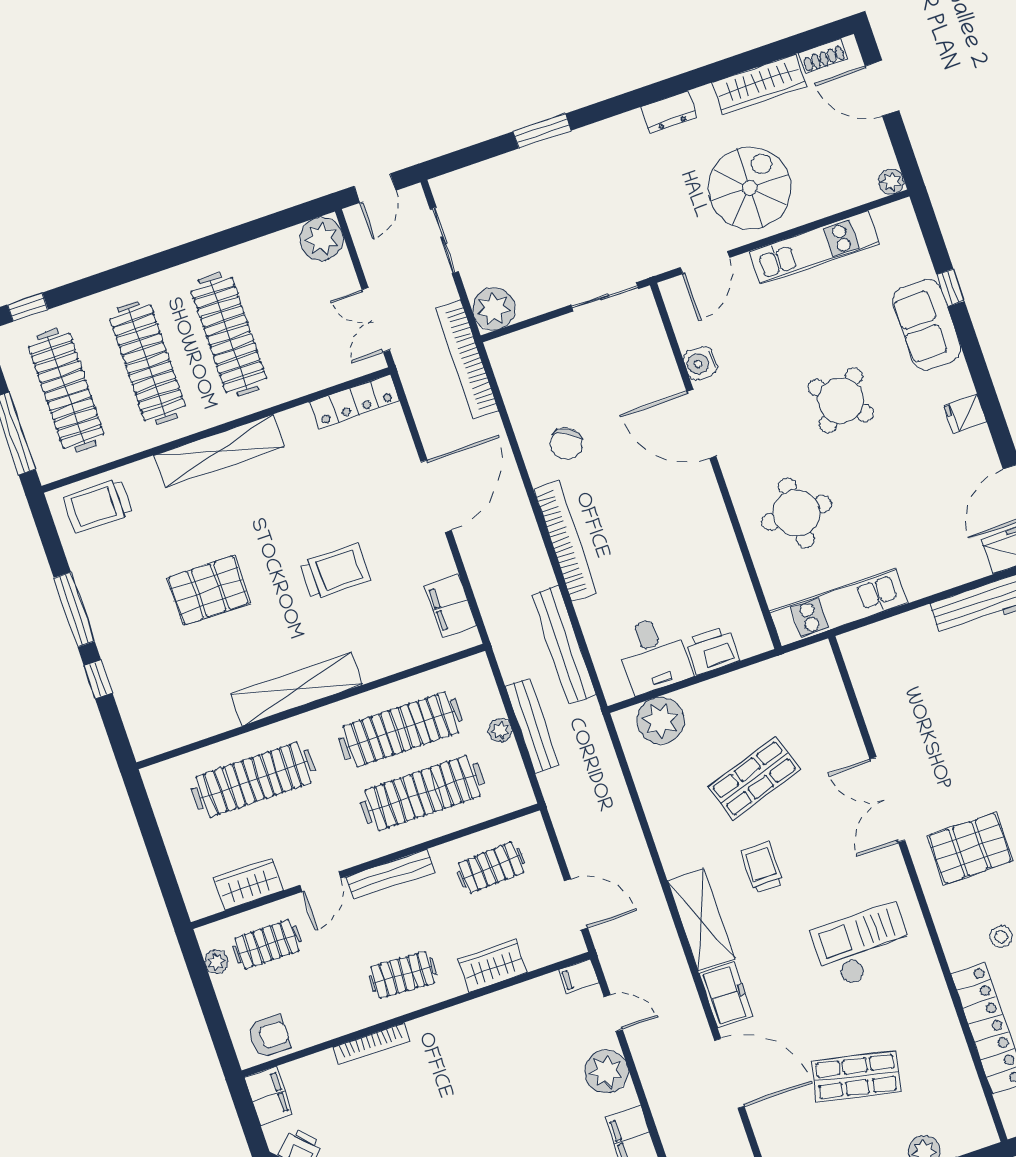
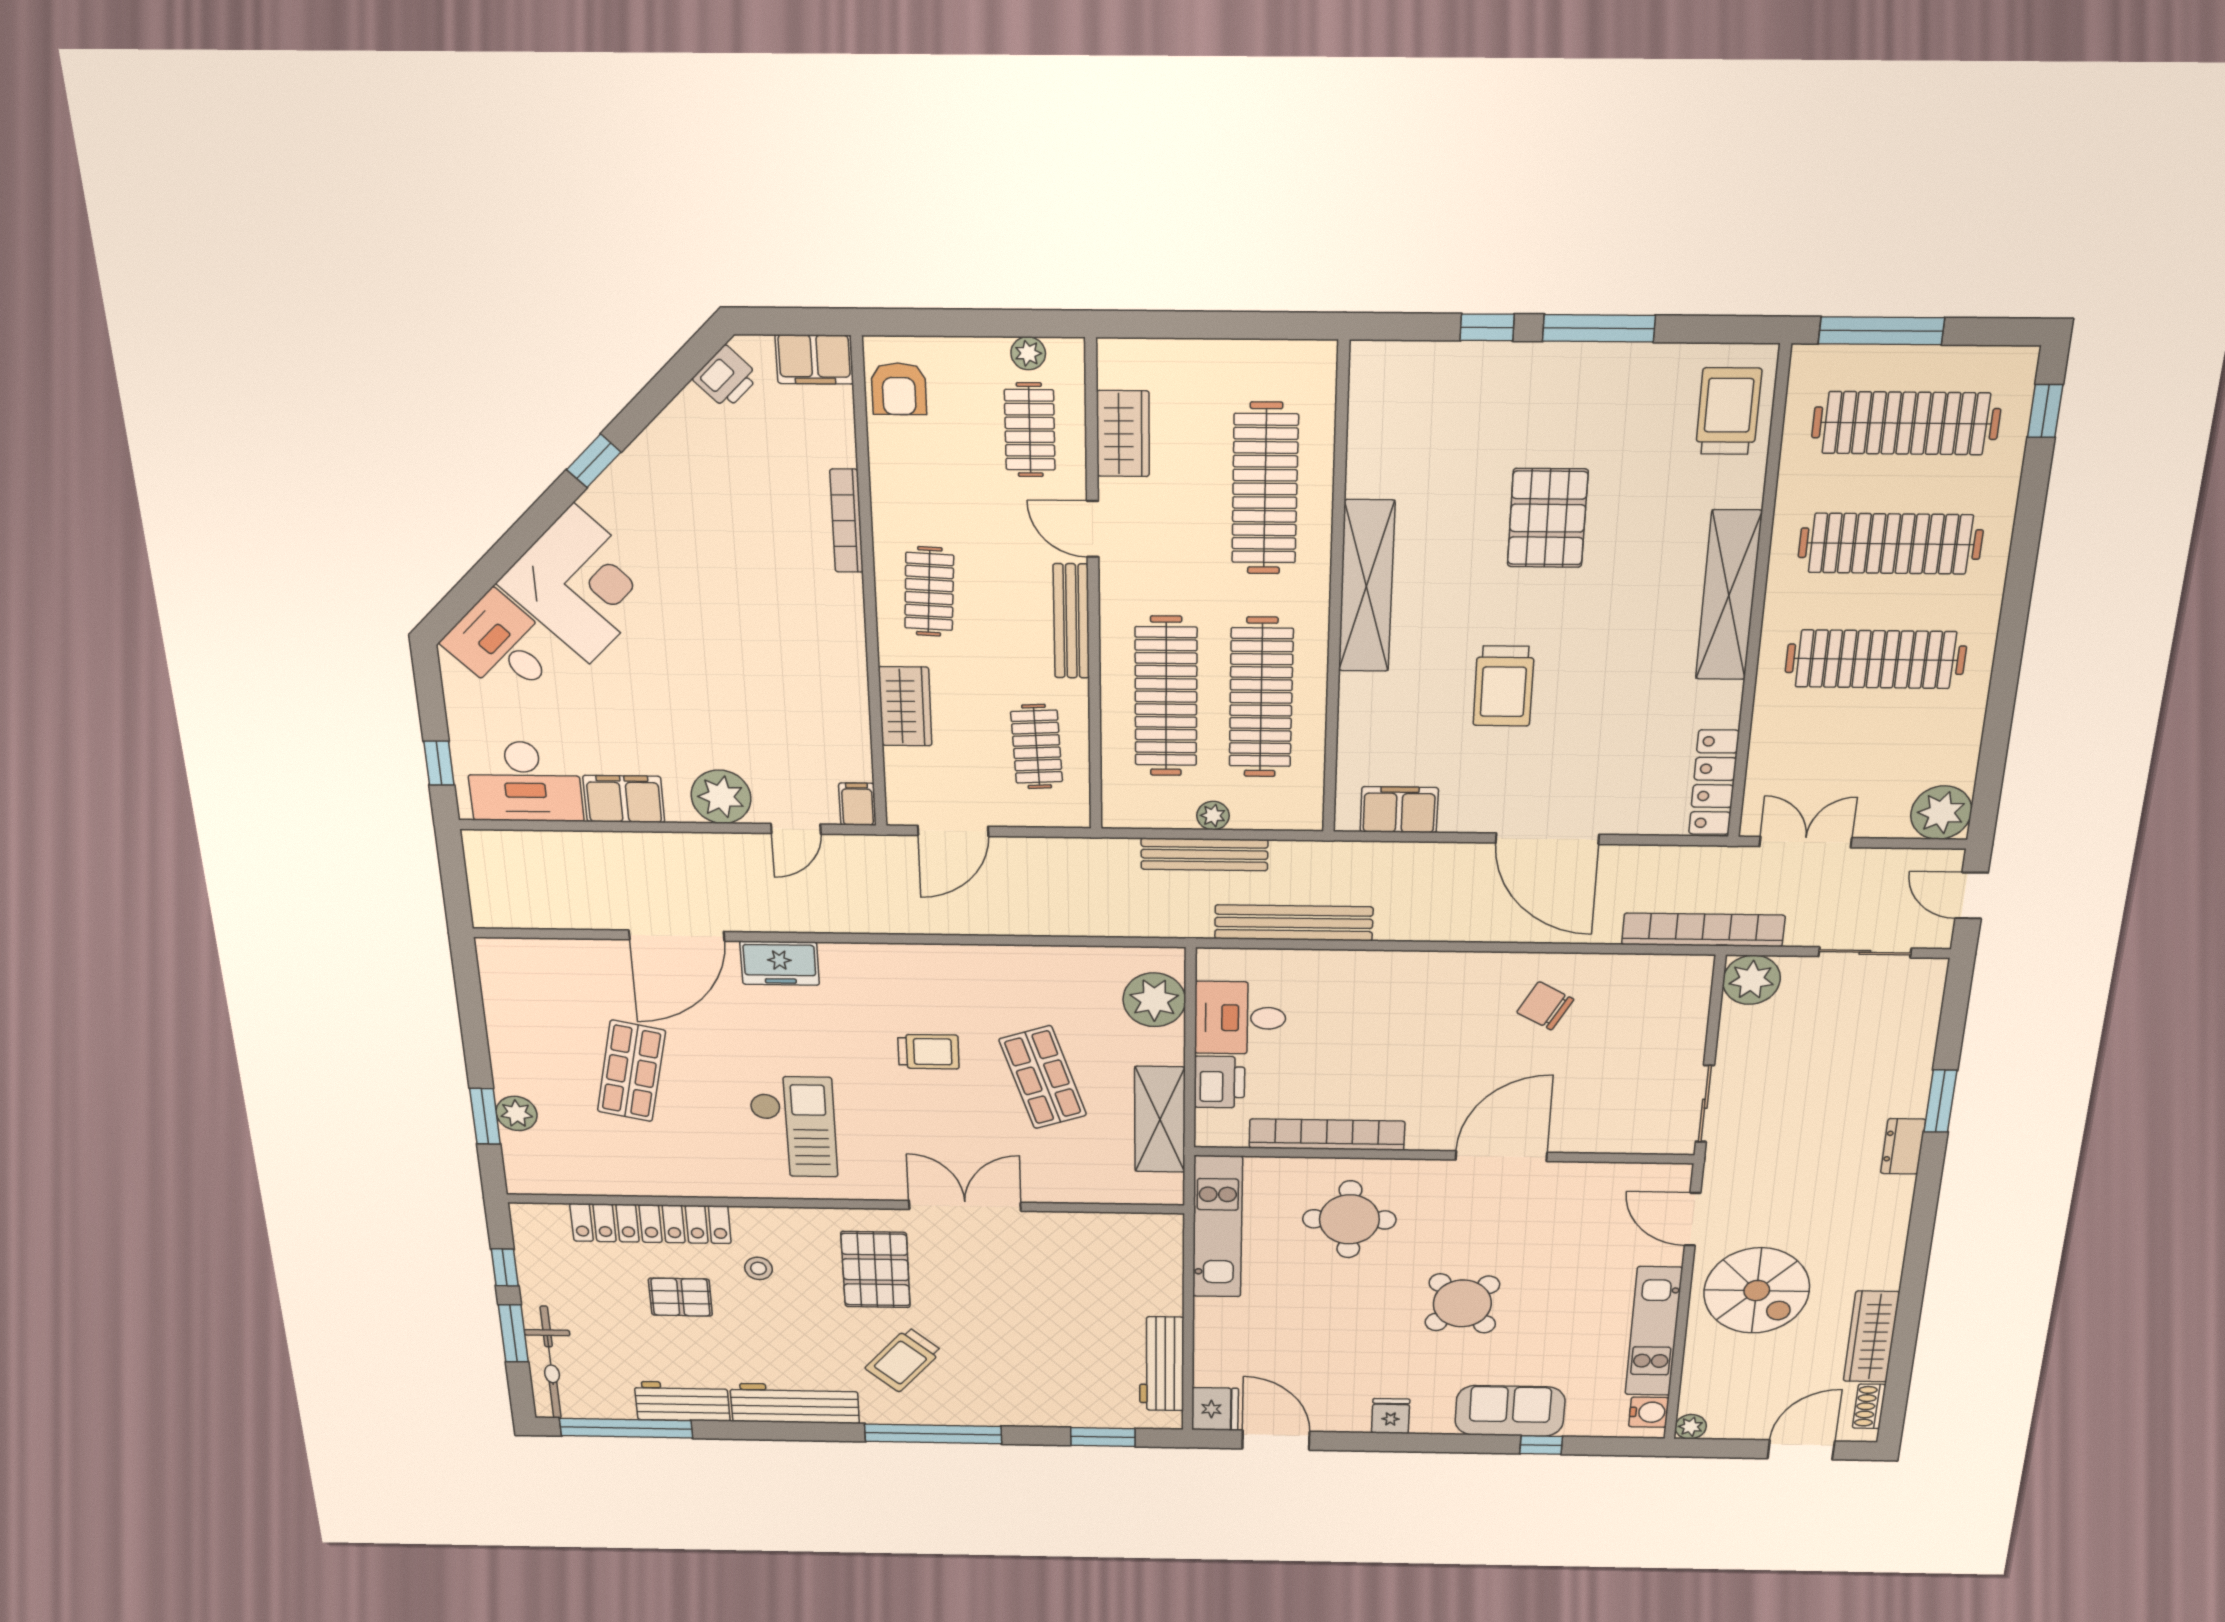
dresser: (669, 112) -> (1903, 1146), moved
water cooler: (700, 363) -> (1649, 1412), moved, turned 90
bookcase: (565, 541) -> (1327, 1135), moved, turned 180
shelving: (701, 920) -> (1160, 1120), moved, turned 90

